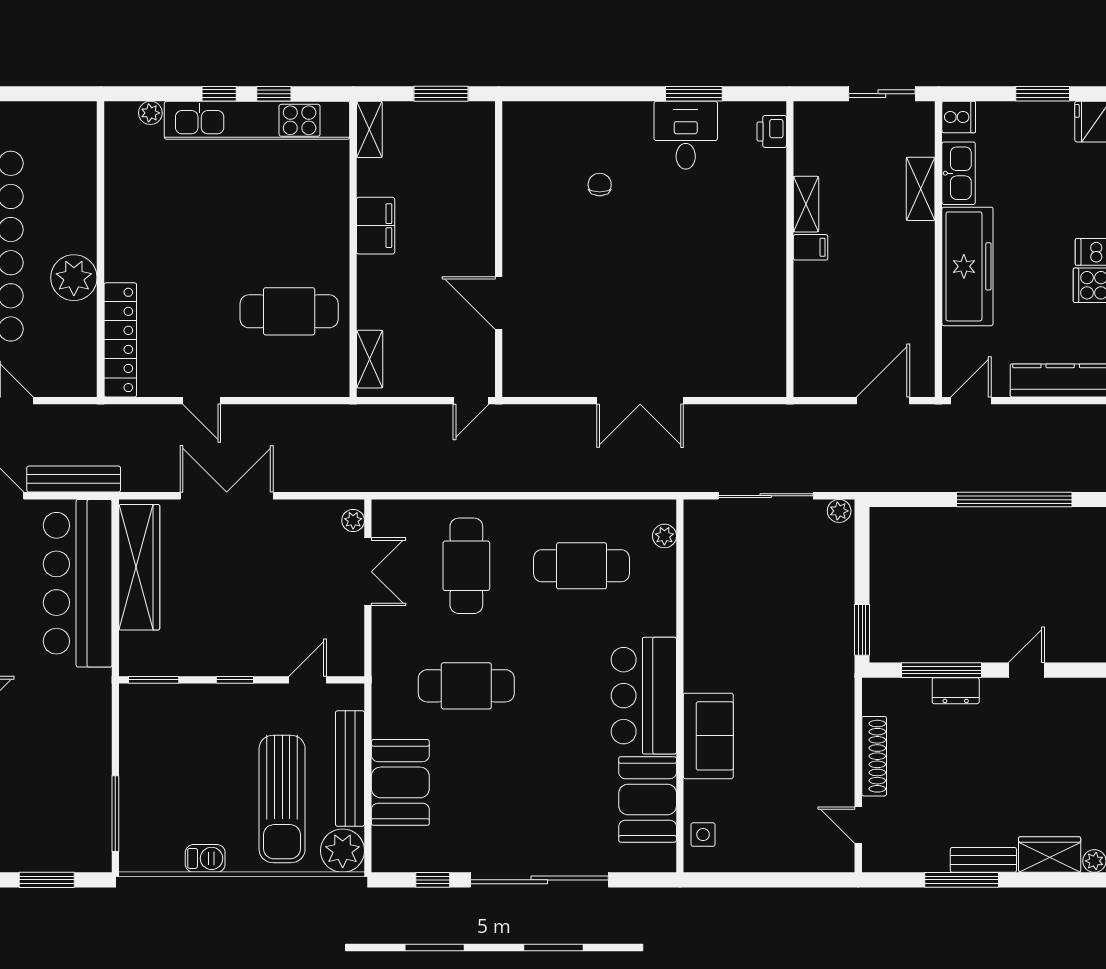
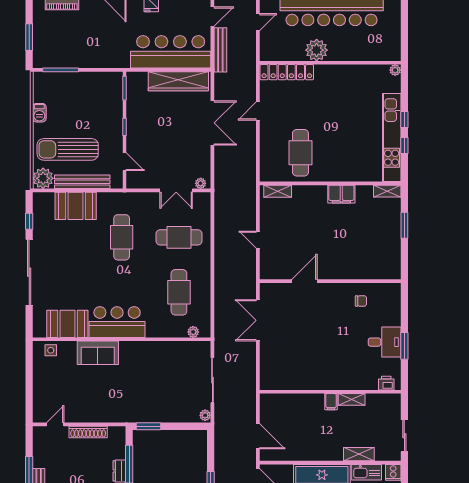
plant: (150, 113) -> (395, 70), moved
wall: (499, 249) -> (330, 281), moved
door: (499, 303) -> (304, 281), moved

